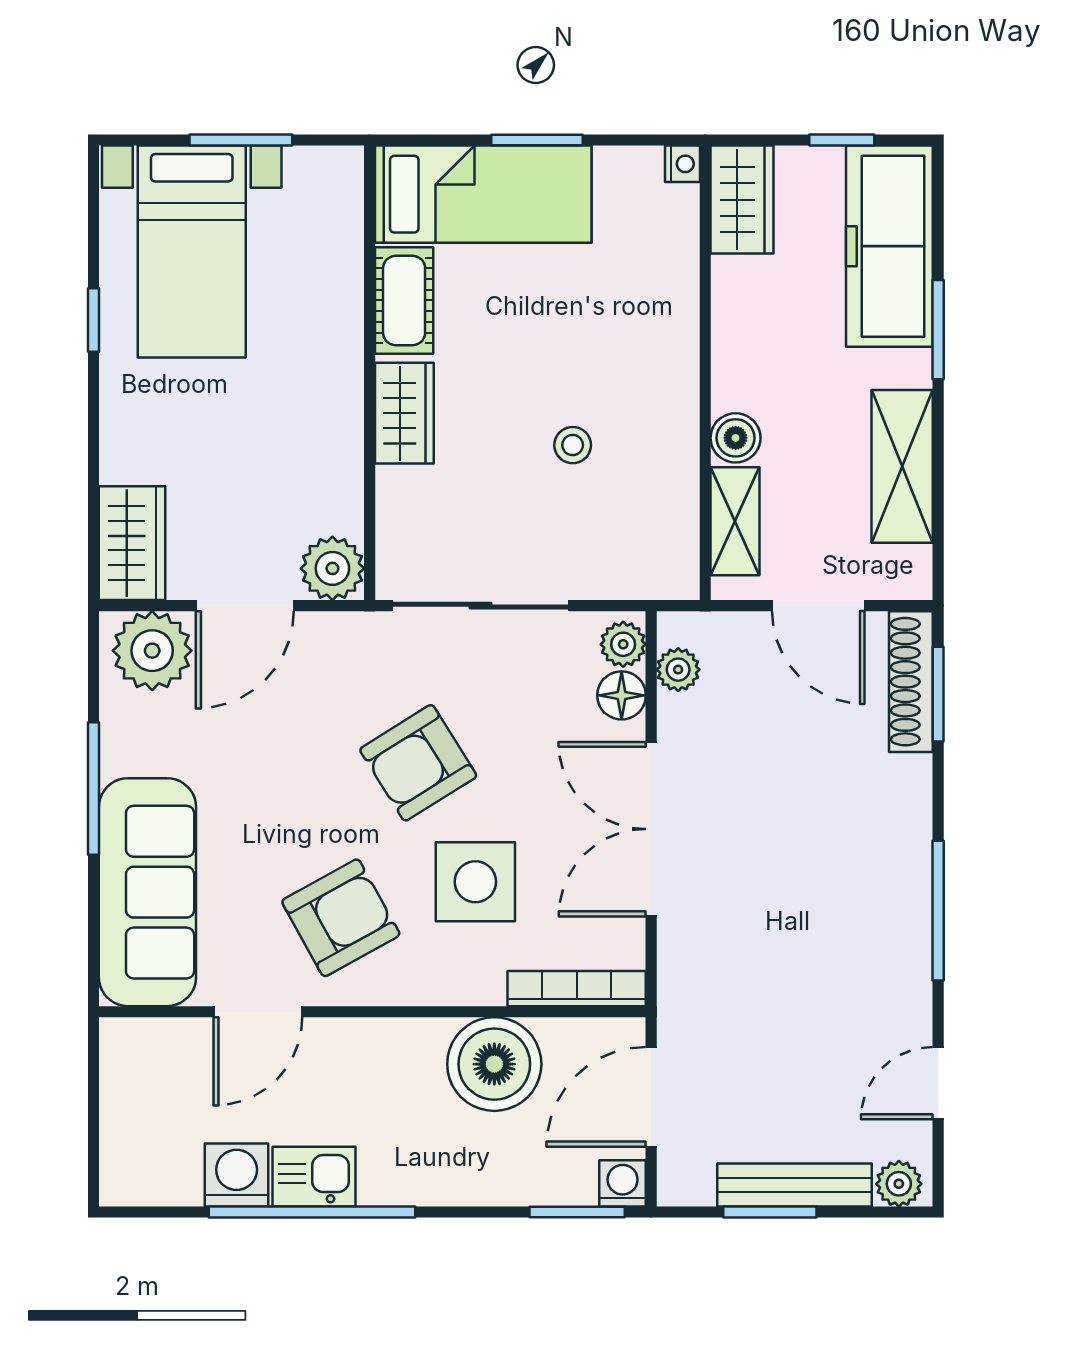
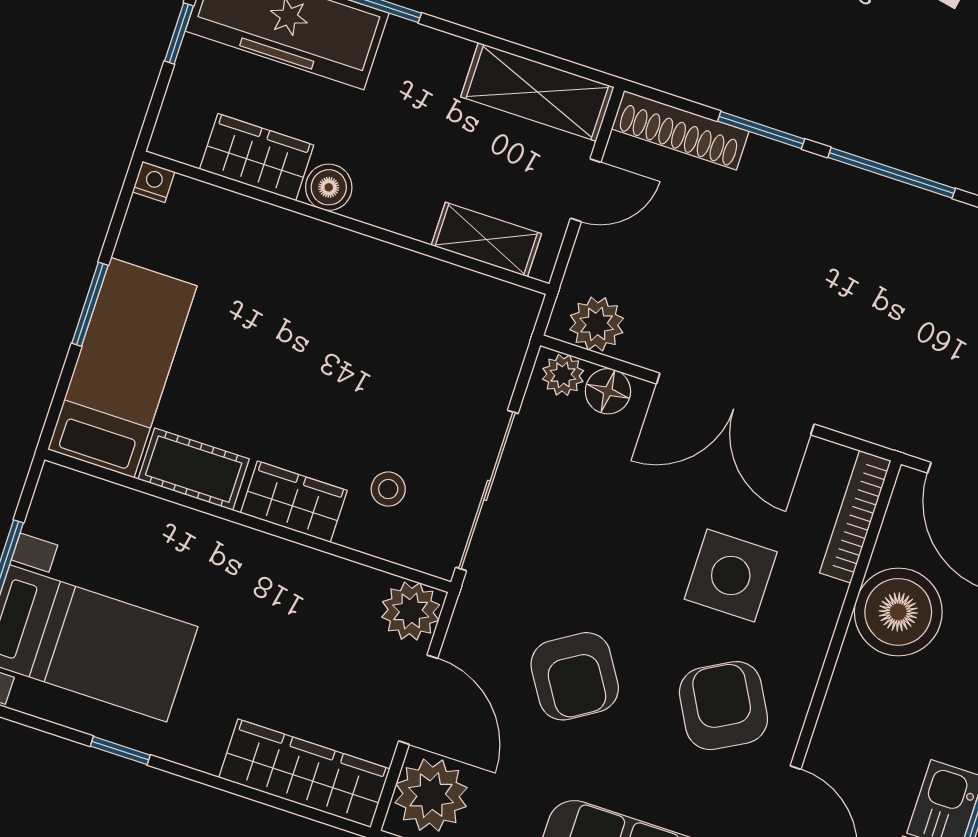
wardrobe: (742, 200) -> (257, 157), moved
boiler: (736, 438) -> (329, 187), moved
stool: (573, 445) -> (388, 489), moved
shelving: (902, 466) -> (537, 92), moved
wardrobe: (132, 543) -> (304, 773), width x1.50
door: (818, 606) -> (586, 190), width x0.73
plant: (678, 670) -> (597, 324), width x1.38, depth x1.38
window: (938, 694) -> (761, 130), moved
armchair: (418, 763) -> (575, 676), moved

